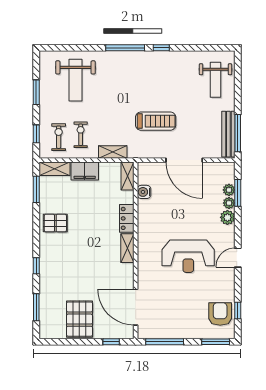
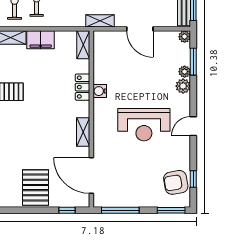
shelving: (113, 152) -> (100, 21), moved
door: (184, 160) -> (140, 29), width x0.73
plant: (229, 190) -> (185, 37), moved
water cooler: (144, 192) -> (100, 91), moved
shelving: (127, 248) -> (83, 132), moved
armchair: (220, 314) -> (176, 182), turned -100

